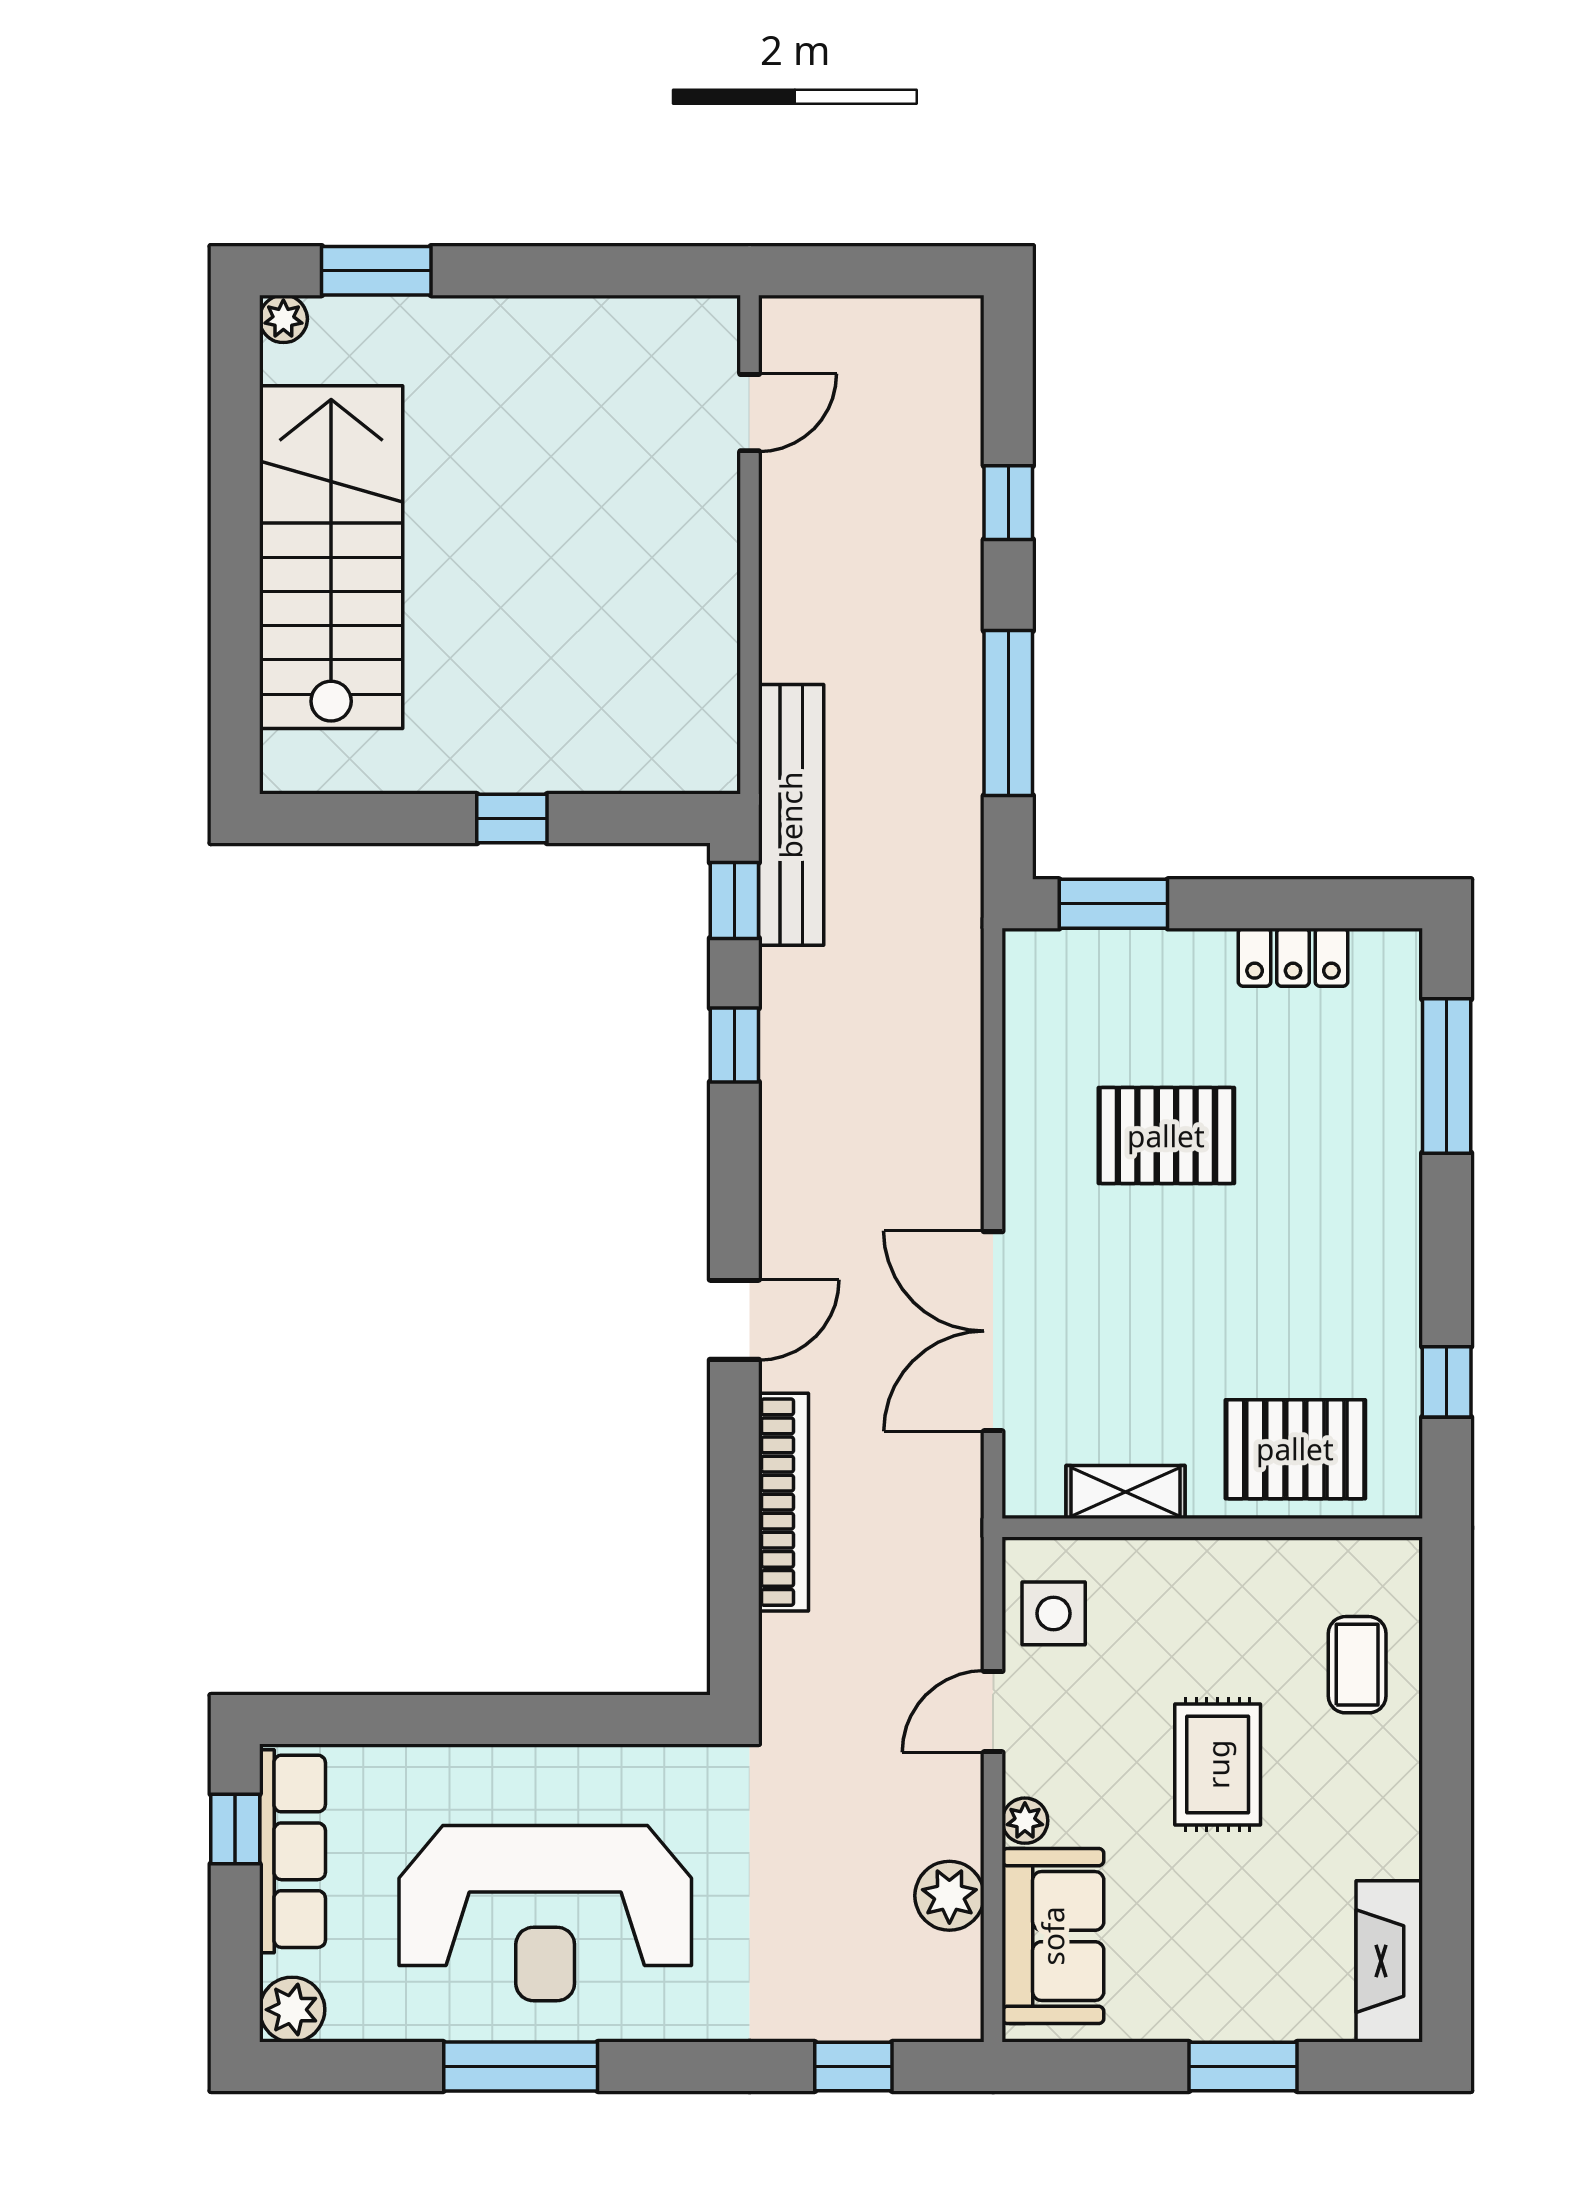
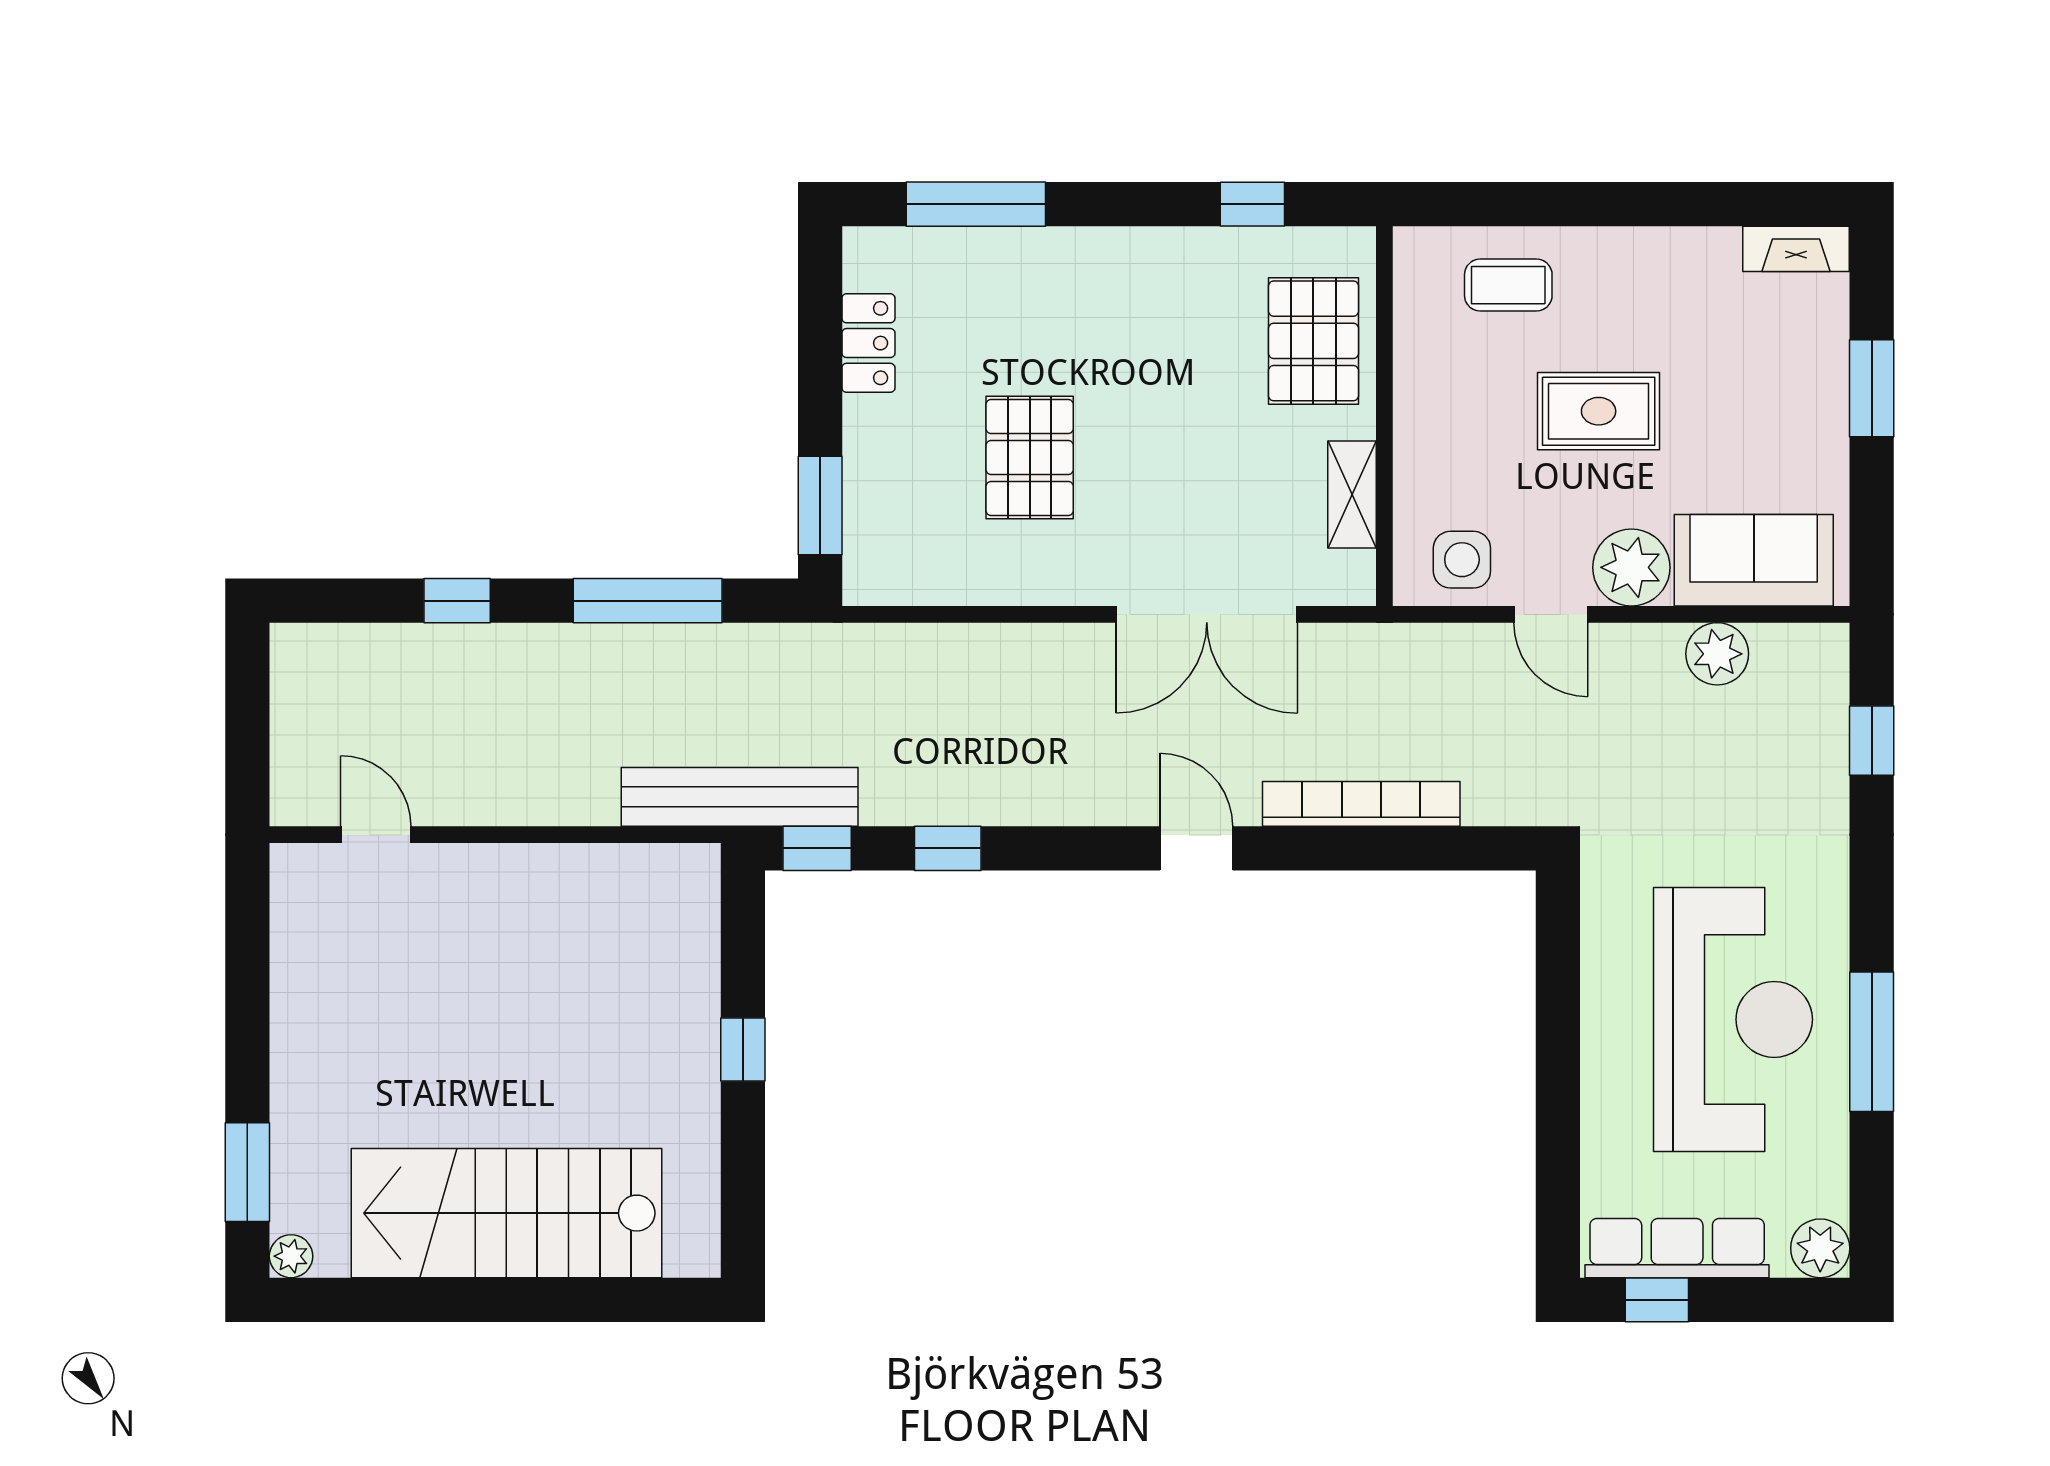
plant: (1025, 1821) -> (1631, 567), width x1.87, depth x1.87
fireplace: (1389, 1961) -> (1796, 249), width x0.73, depth x0.76

